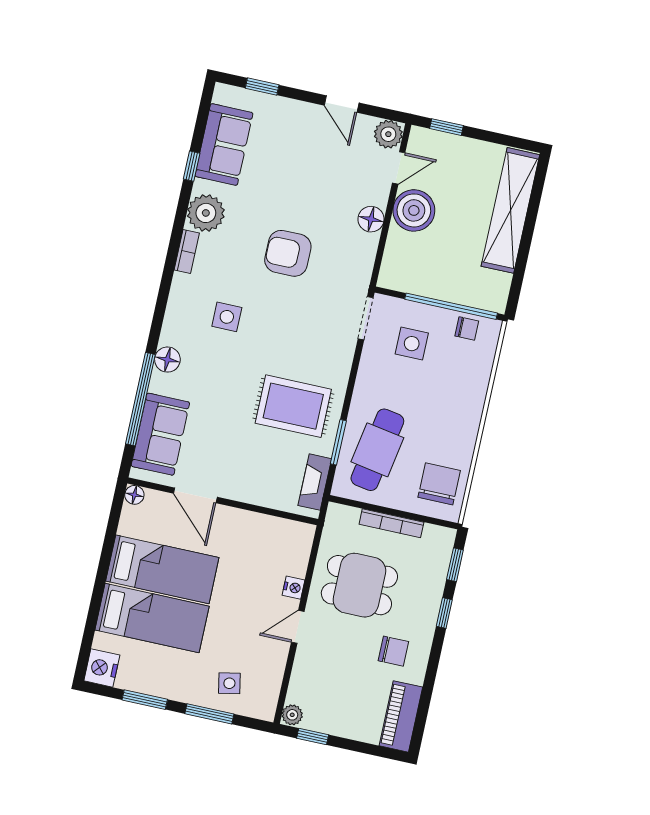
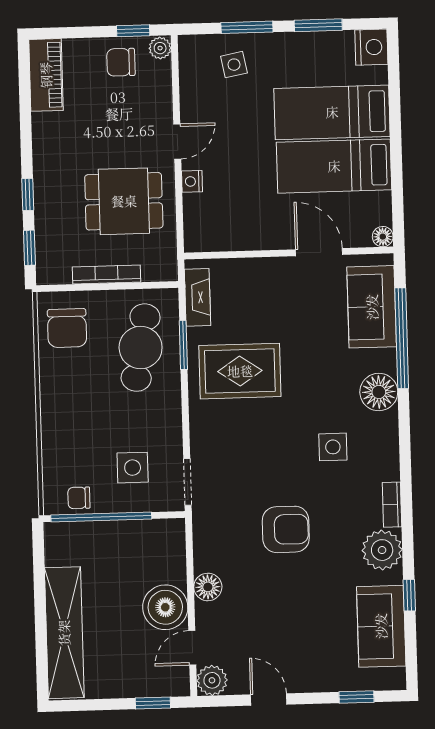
floor lamp: (167, 360) -> (379, 392), width x1.38, depth x1.38
chair: (393, 651) -> (121, 62), moved

